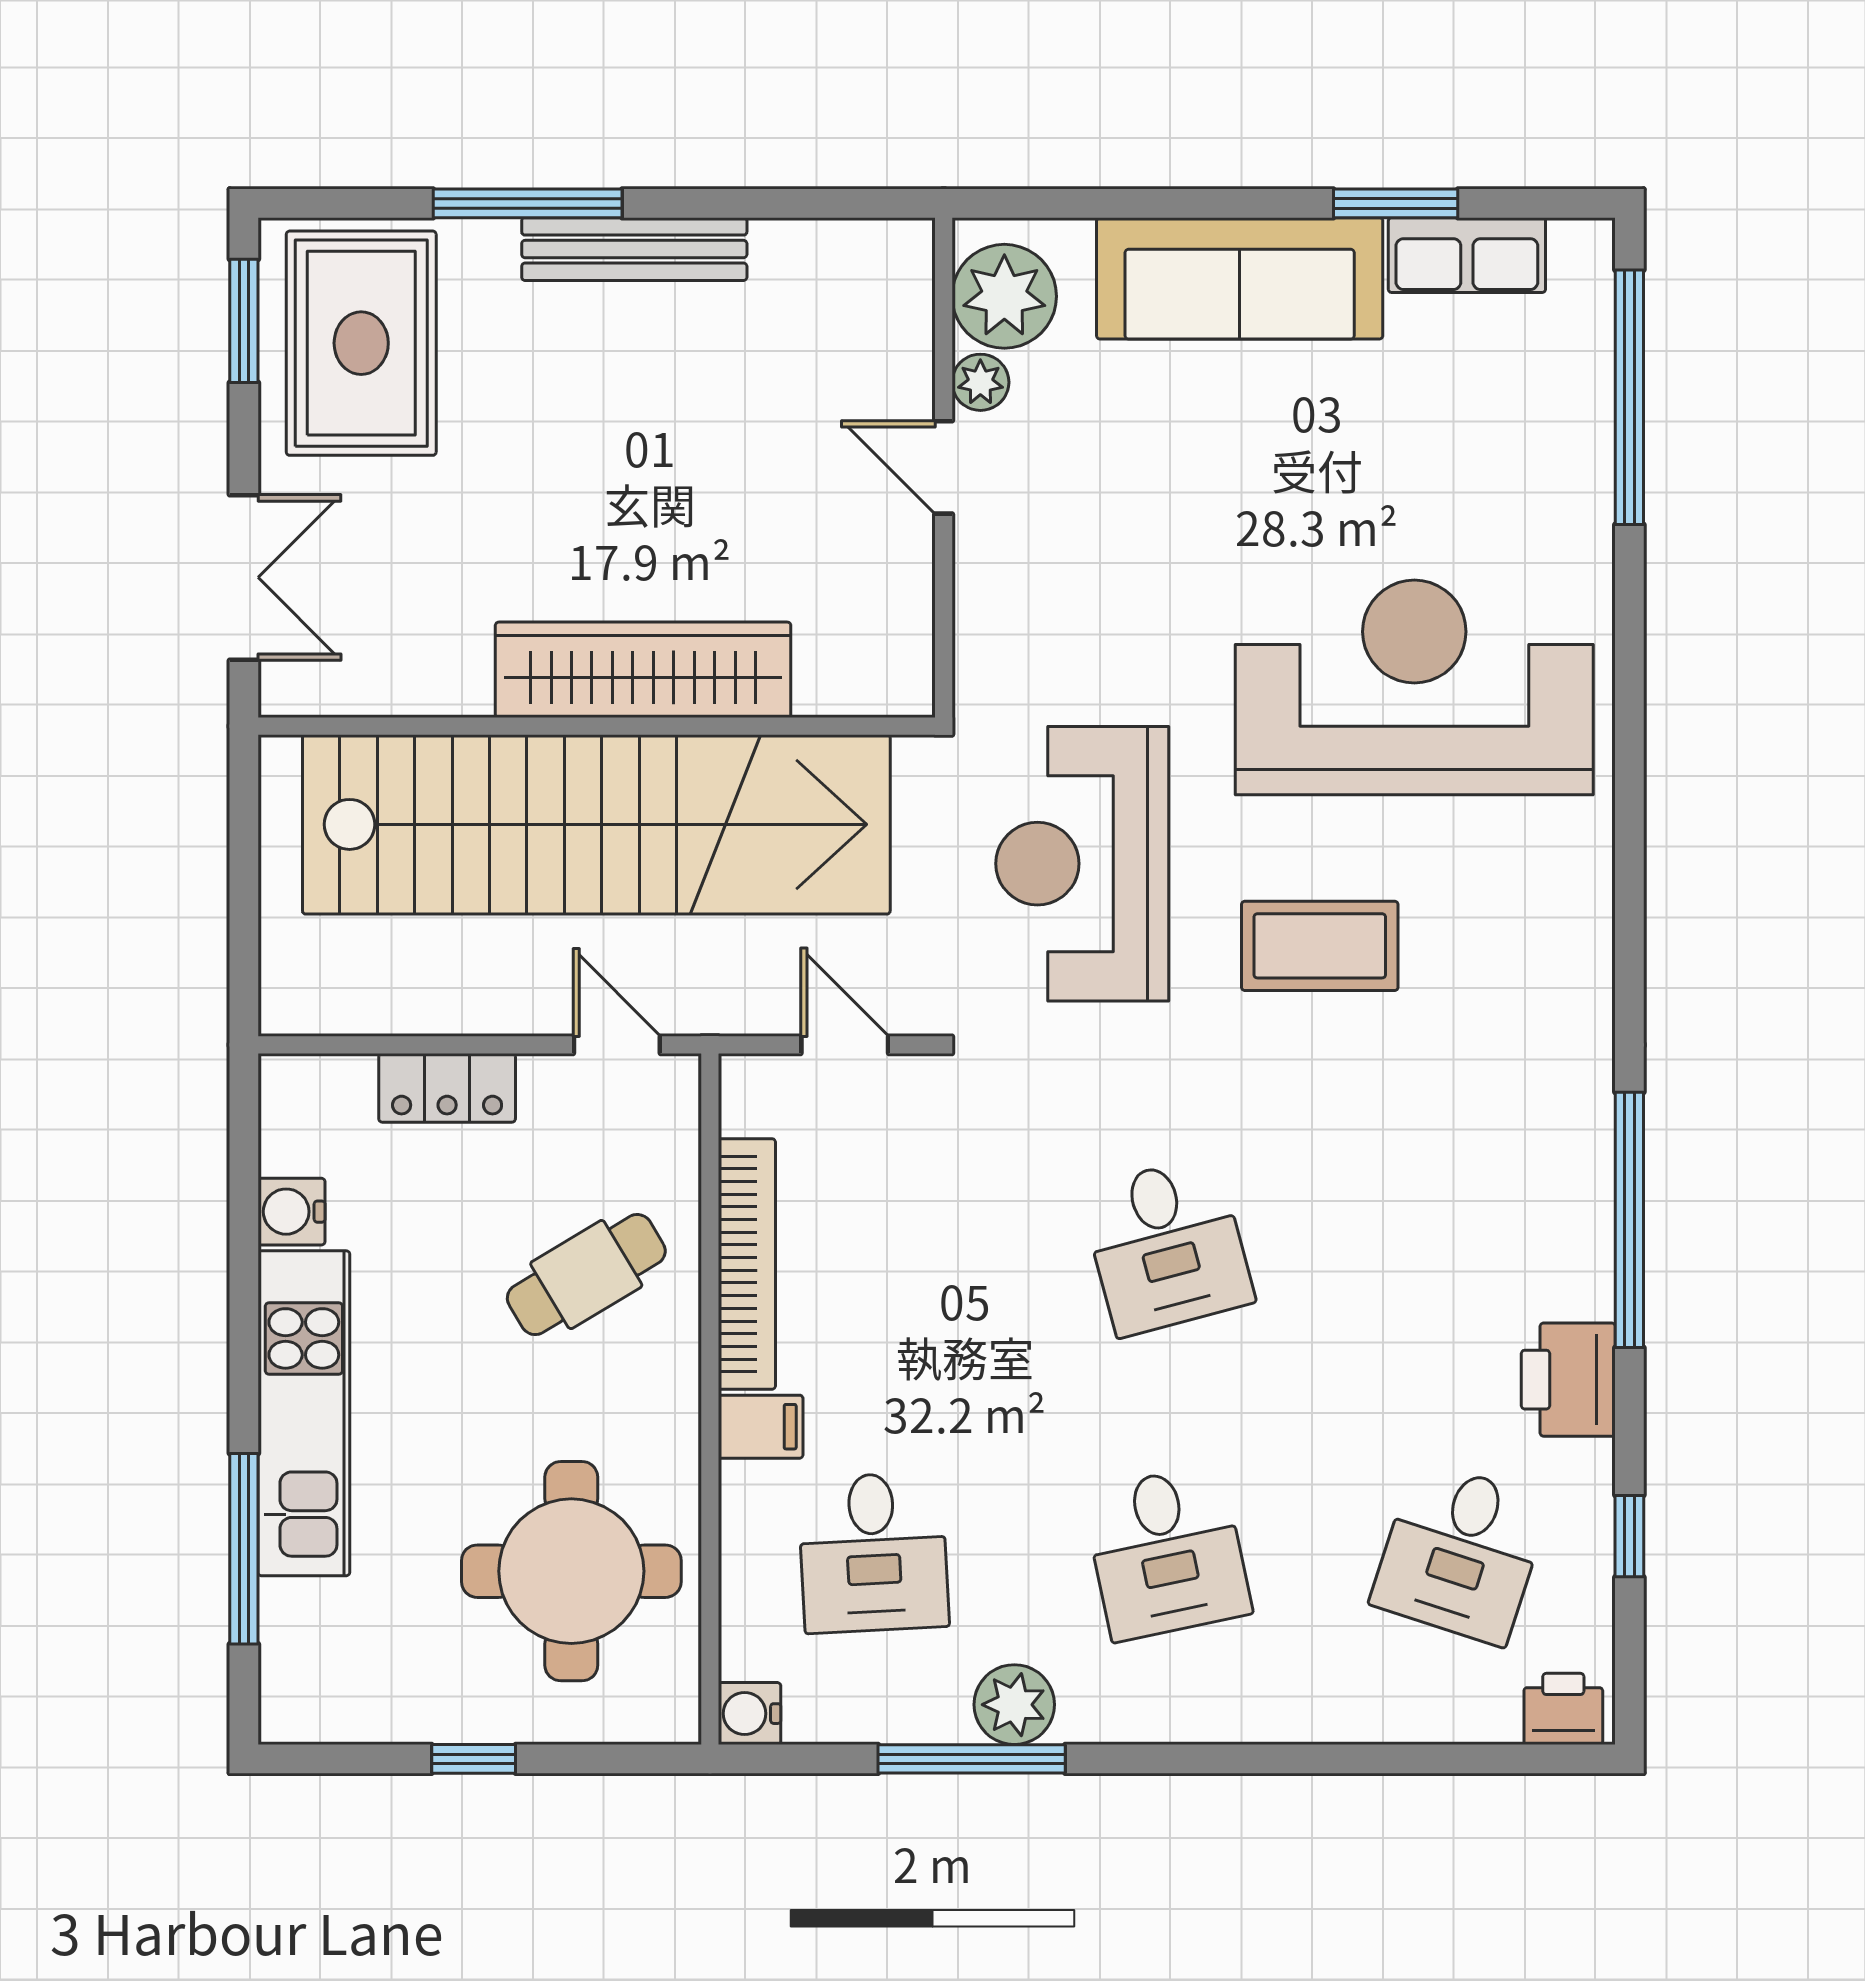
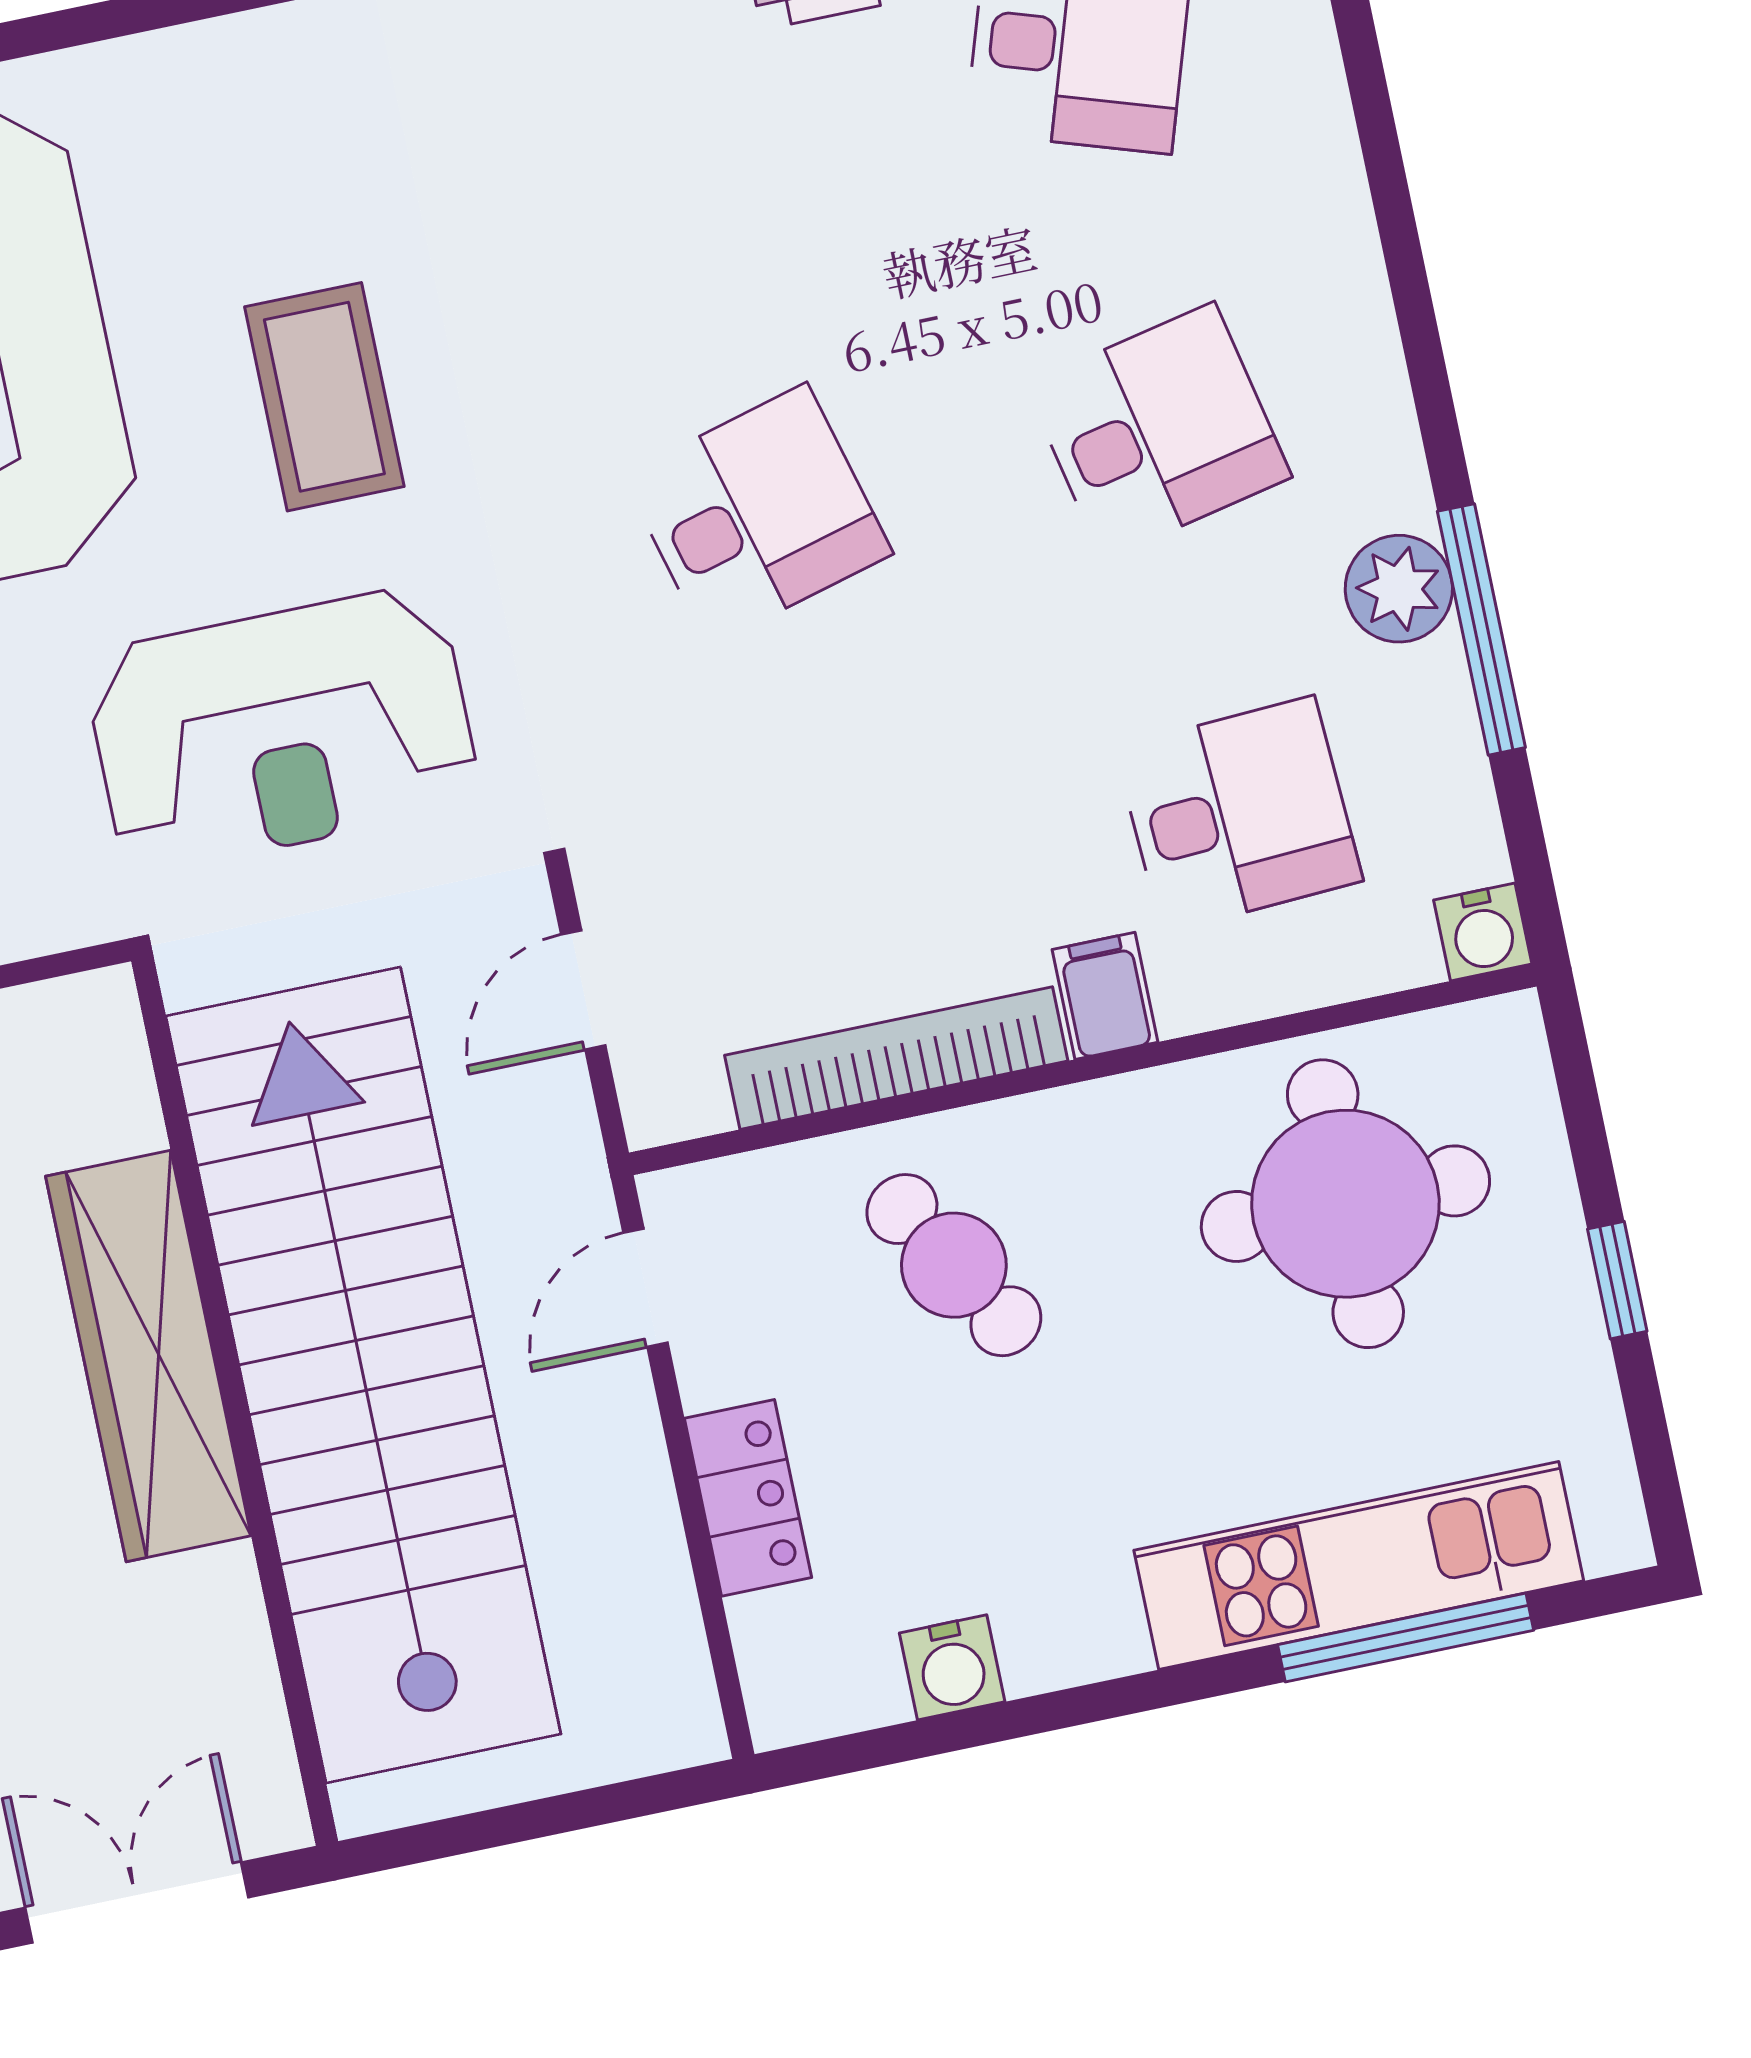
kitchen unit: (304, 1413) -> (1359, 1566), moved

